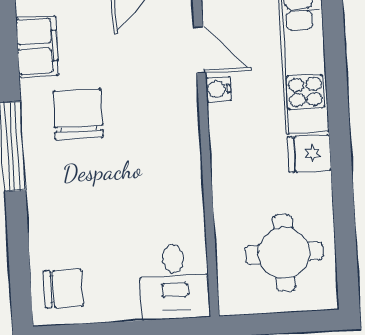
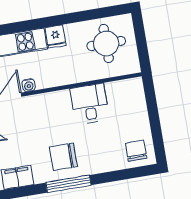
chair: (78, 114) -> (63, 157), moved
desk: (174, 282) -> (90, 104), moved, turned -90

